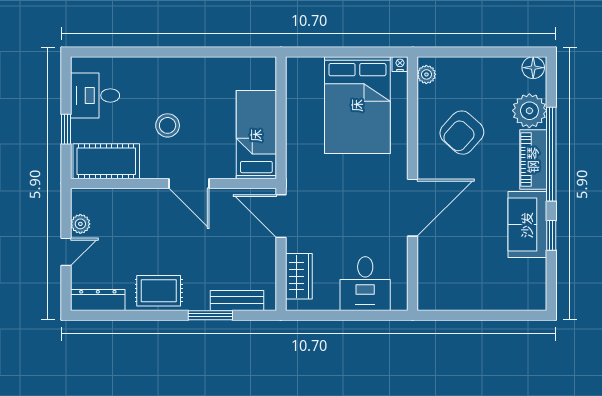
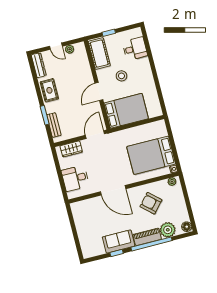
desk: (95, 95) -> (135, 49), moved, turned 90
bed: (256, 135) -> (126, 111), width x1.50

